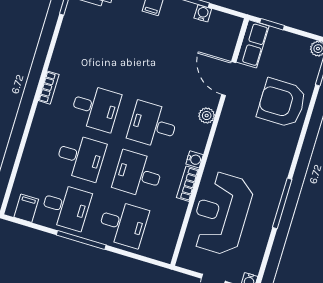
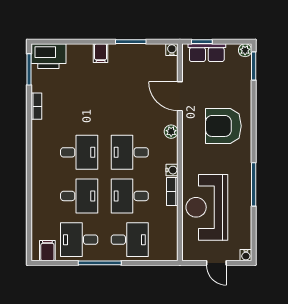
water cooler: (203, 13) -> (172, 50), moved
row of seats: (252, 44) -> (207, 53), moved, turned 90
bookcase: (49, 88) -> (36, 106), moved
armchair: (282, 103) -> (223, 126), moved
desk: (66, 207) -> (79, 240), turned 180

